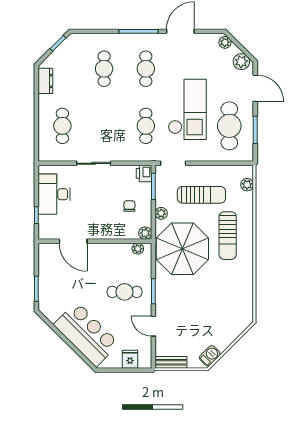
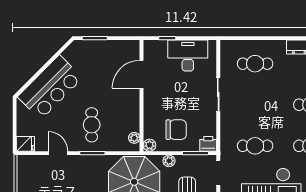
chair: (129, 206) -> (176, 130), width x1.87, depth x1.87
door: (153, 326) -> (58, 153), hinge flipped
fridge: (130, 359) -> (25, 144), moved
bench: (171, 362) -> (22, 171), removed

